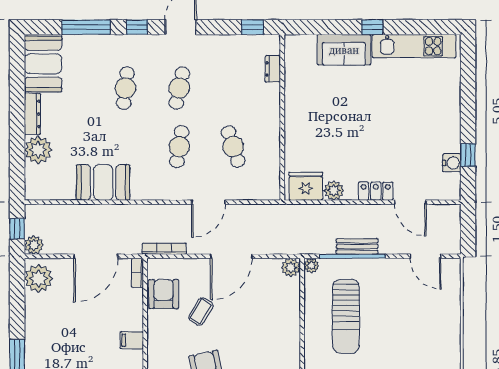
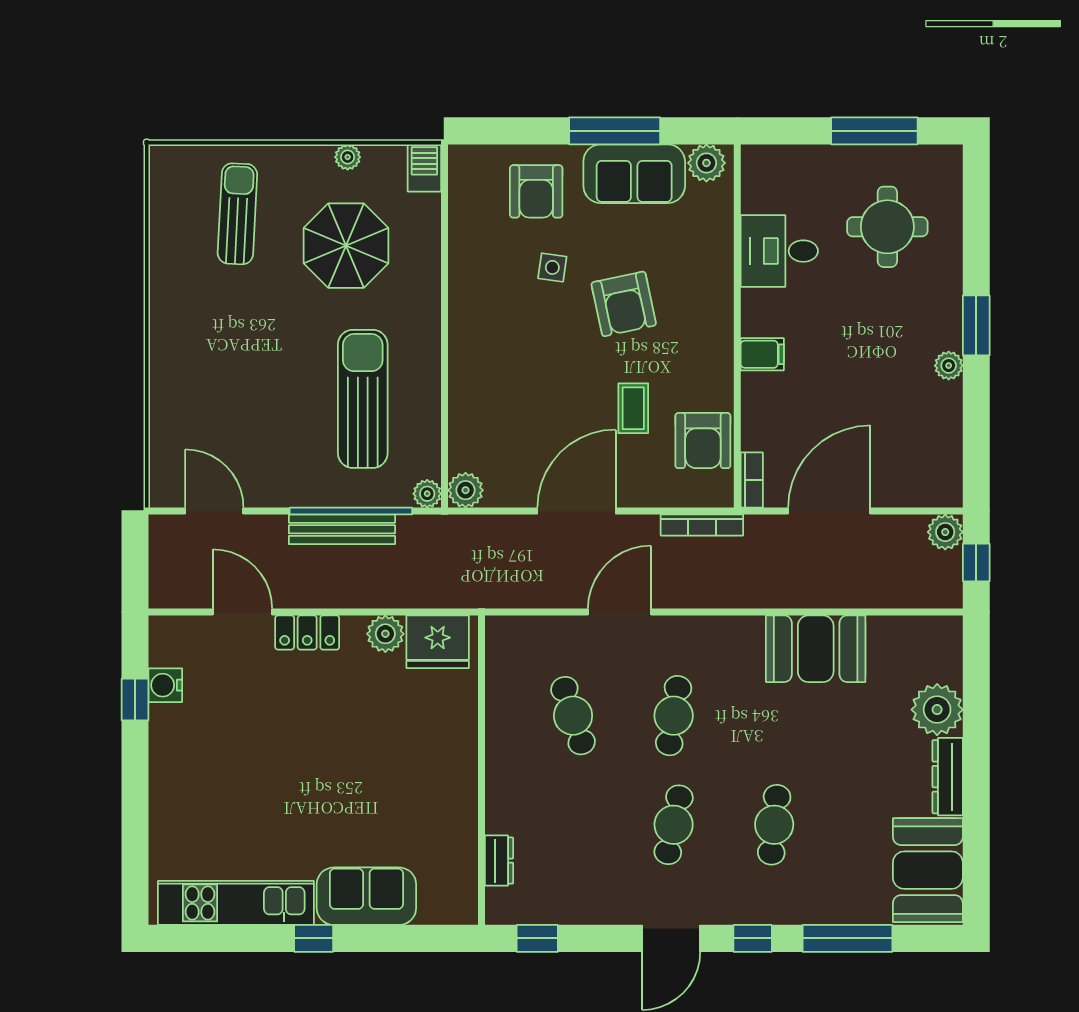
bench: (357, 246) -> (342, 529), width x1.36
plant: (38, 278) -> (949, 366), moved, width x0.53, depth x0.53
coffee table: (201, 311) -> (633, 408), turned -31

